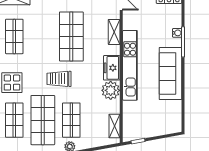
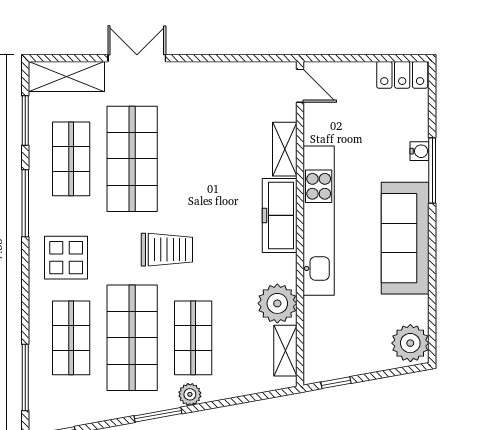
shop shelf: (71, 36) -> (132, 159), moved
freezer: (112, 68) -> (280, 215), width x1.40
trolley: (59, 79) -> (167, 250), turned 180
plant: (111, 90) -> (277, 303), moved
plant: (173, 123) -> (410, 343), added

